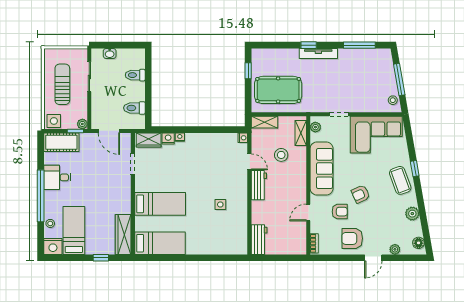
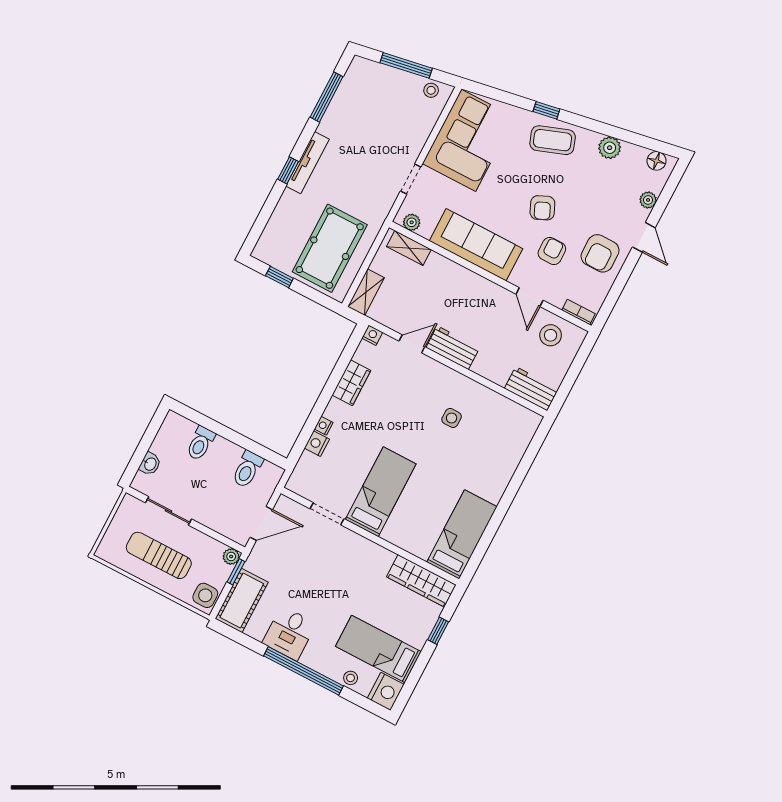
wardrobe: (149, 140) -> (351, 383), moved
stool: (281, 155) -> (551, 335), moved
bed: (160, 204) -> (381, 492), moved

